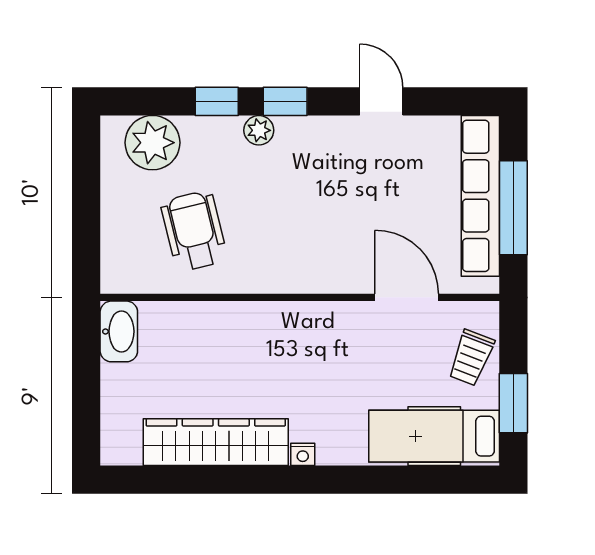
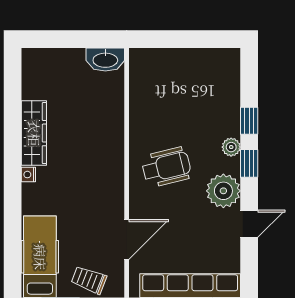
plant: (153, 143) -> (223, 191), moved
wheelchair: (194, 231) -> (166, 167), moved
wardrobe: (216, 442) -> (34, 133), width x0.71, depth x0.85

